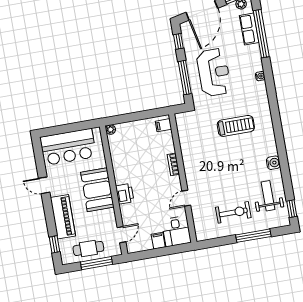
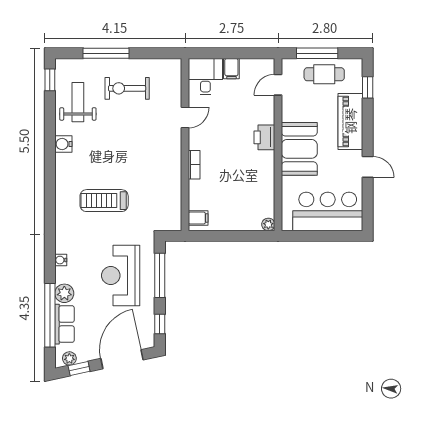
plant: (253, 52) -> (64, 293), added
weight bench: (268, 196) -> (78, 102), turned 180

